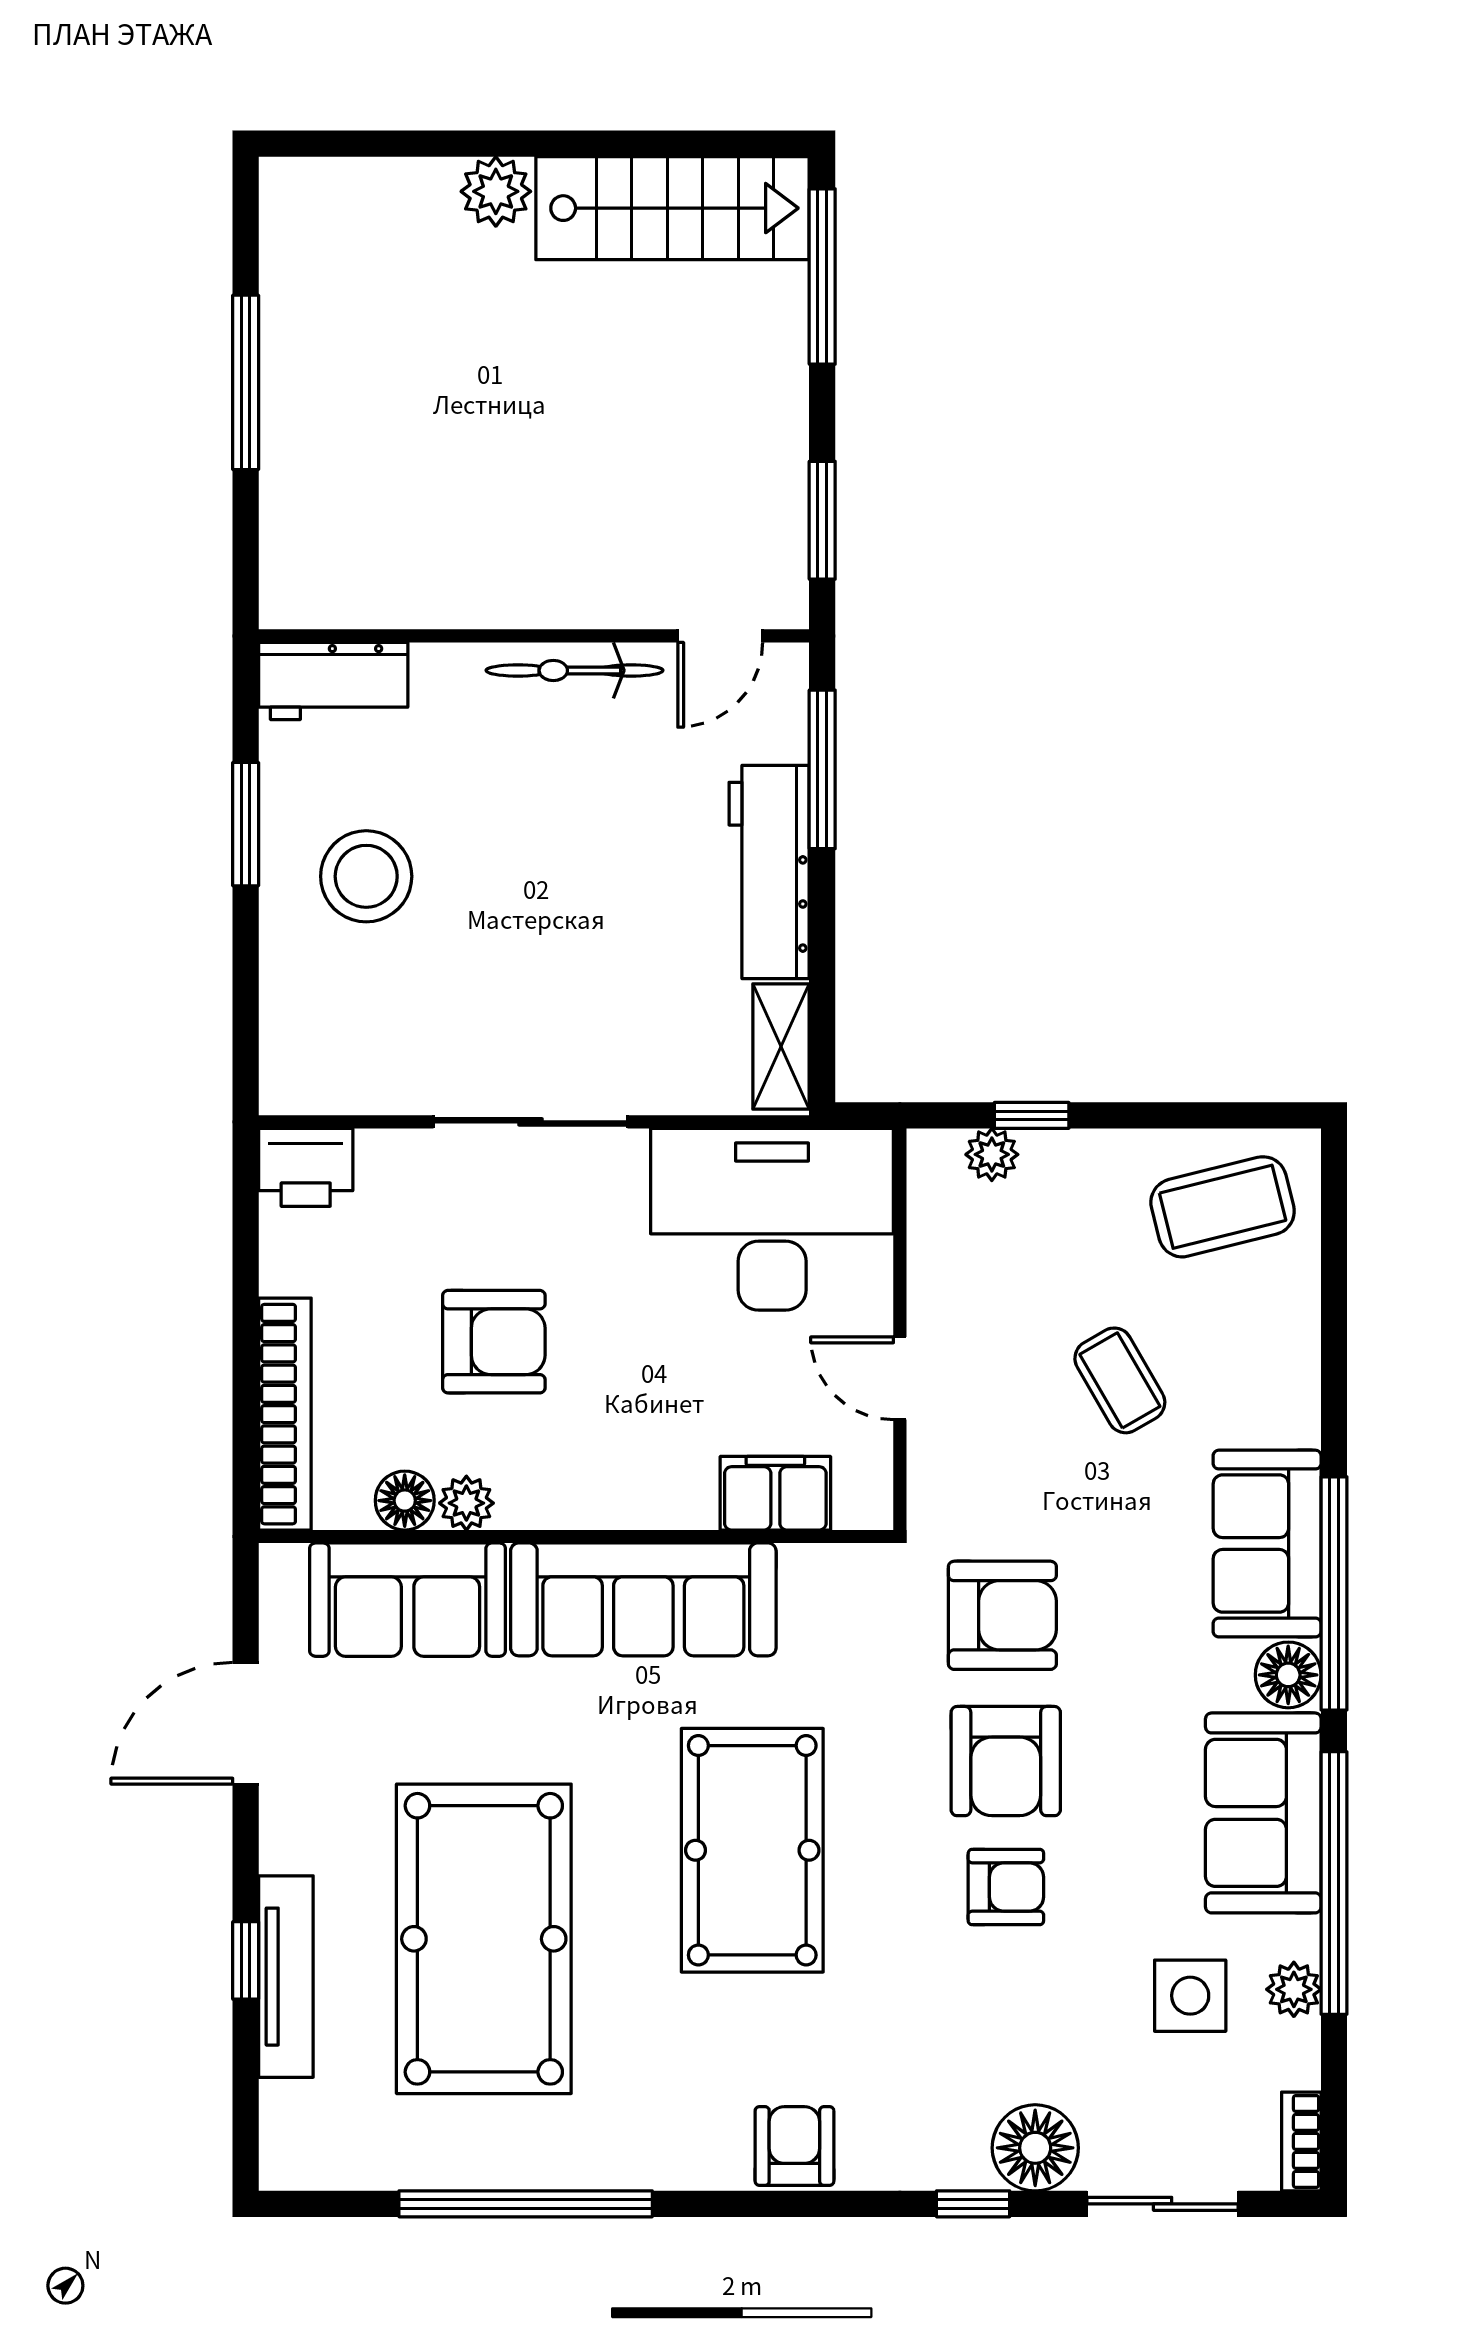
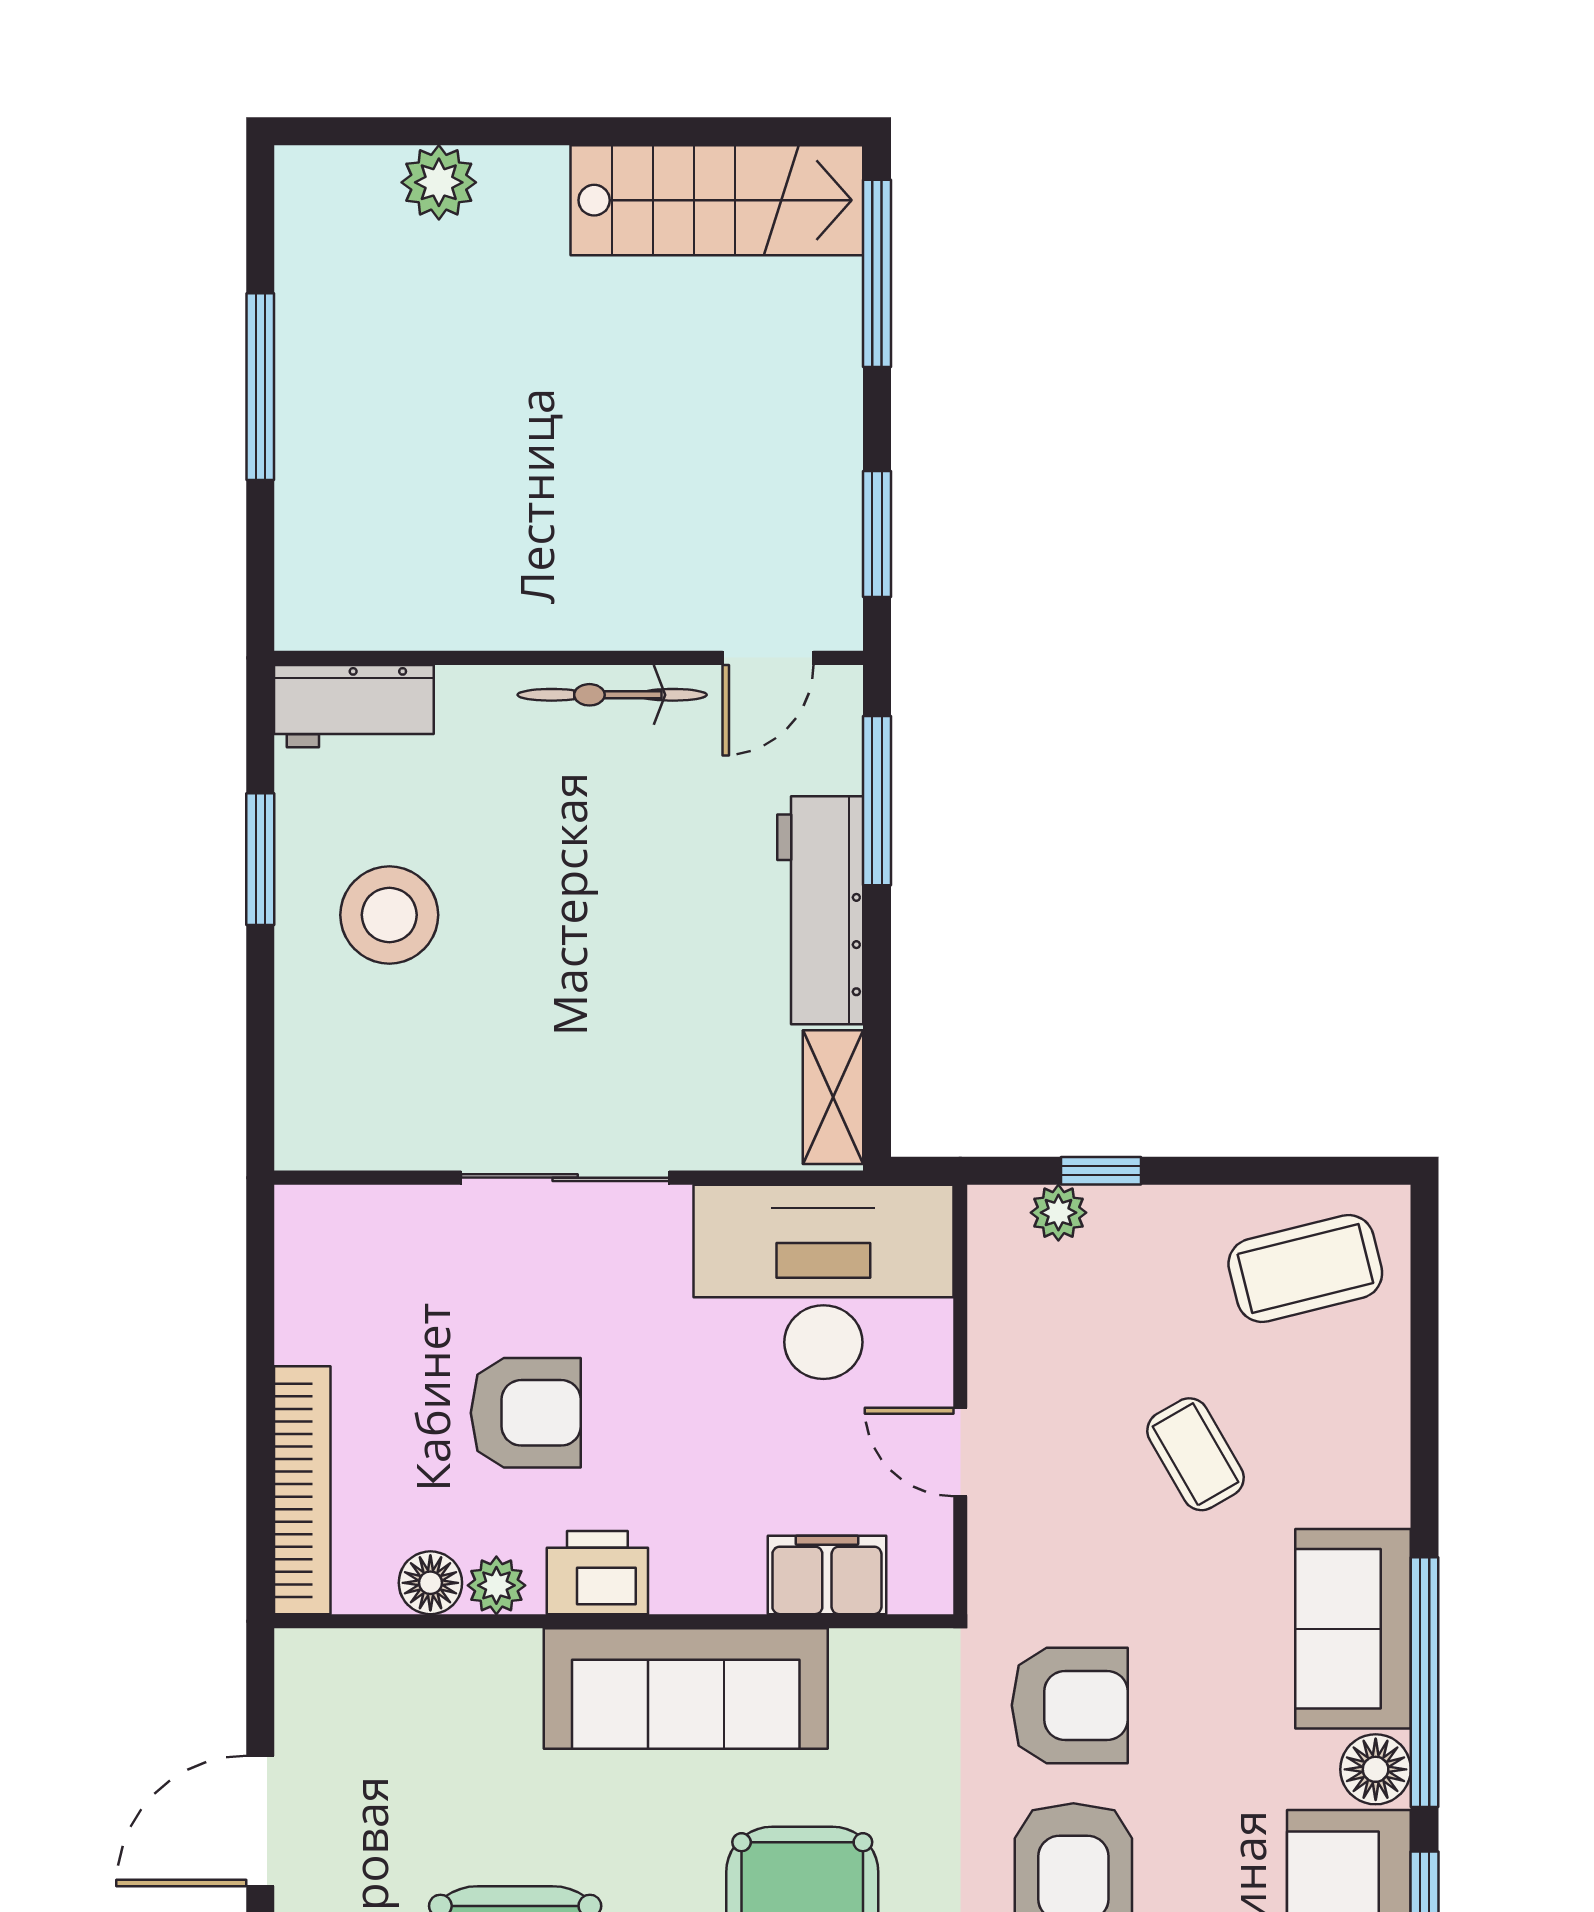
plant: (496, 191) -> (439, 182), moved
printer: (306, 1167) -> (597, 1573), moved, turned 180
sofa: (408, 1600) -> (433, 1689), removed

